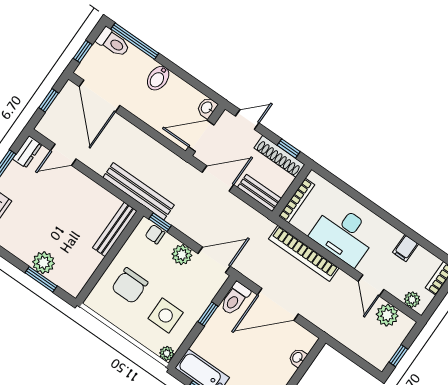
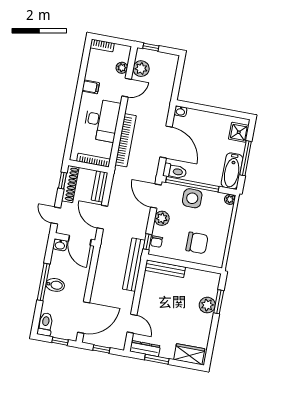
window: (135, 41) -> (43, 282), moved
dresser: (27, 152) -> (145, 349), width x1.44
filing cabinet: (406, 248) -> (91, 87), moved
plant: (412, 300) -> (122, 68), moved
window: (208, 314) -> (192, 184), width x3.17
side table: (166, 315) -> (192, 198), moved
window: (398, 356) -> (151, 47), moved
washbasin: (298, 358) -> (181, 111), moved

